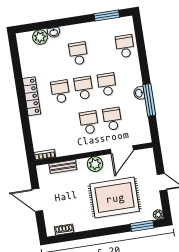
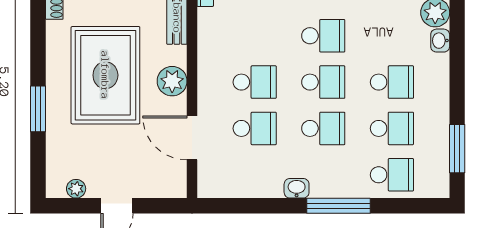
school desk: (102, 50) -> (392, 128), added
window: (149, 100) -> (339, 206), moved
rug: (115, 198) -> (105, 75), moved
plant: (158, 215) -> (76, 189), moved
window: (142, 226) -> (38, 109), moved

